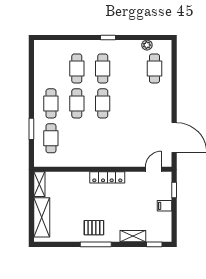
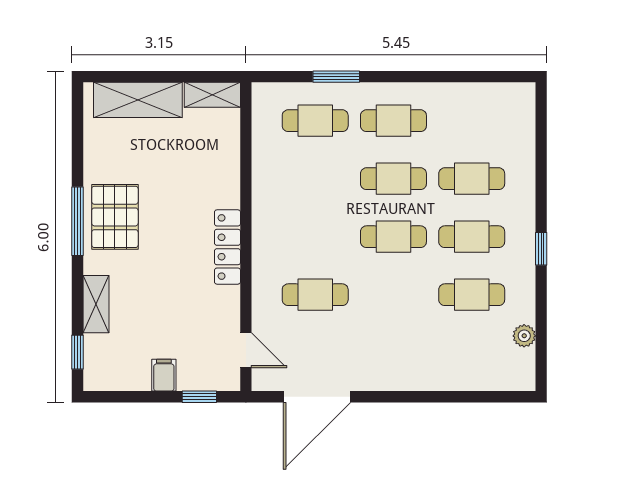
cafe table: (154, 68) -> (472, 295), moved
cafe table: (129, 138) -> (315, 295), added
pallet: (94, 228) -> (115, 217), width x1.50, depth x1.42

